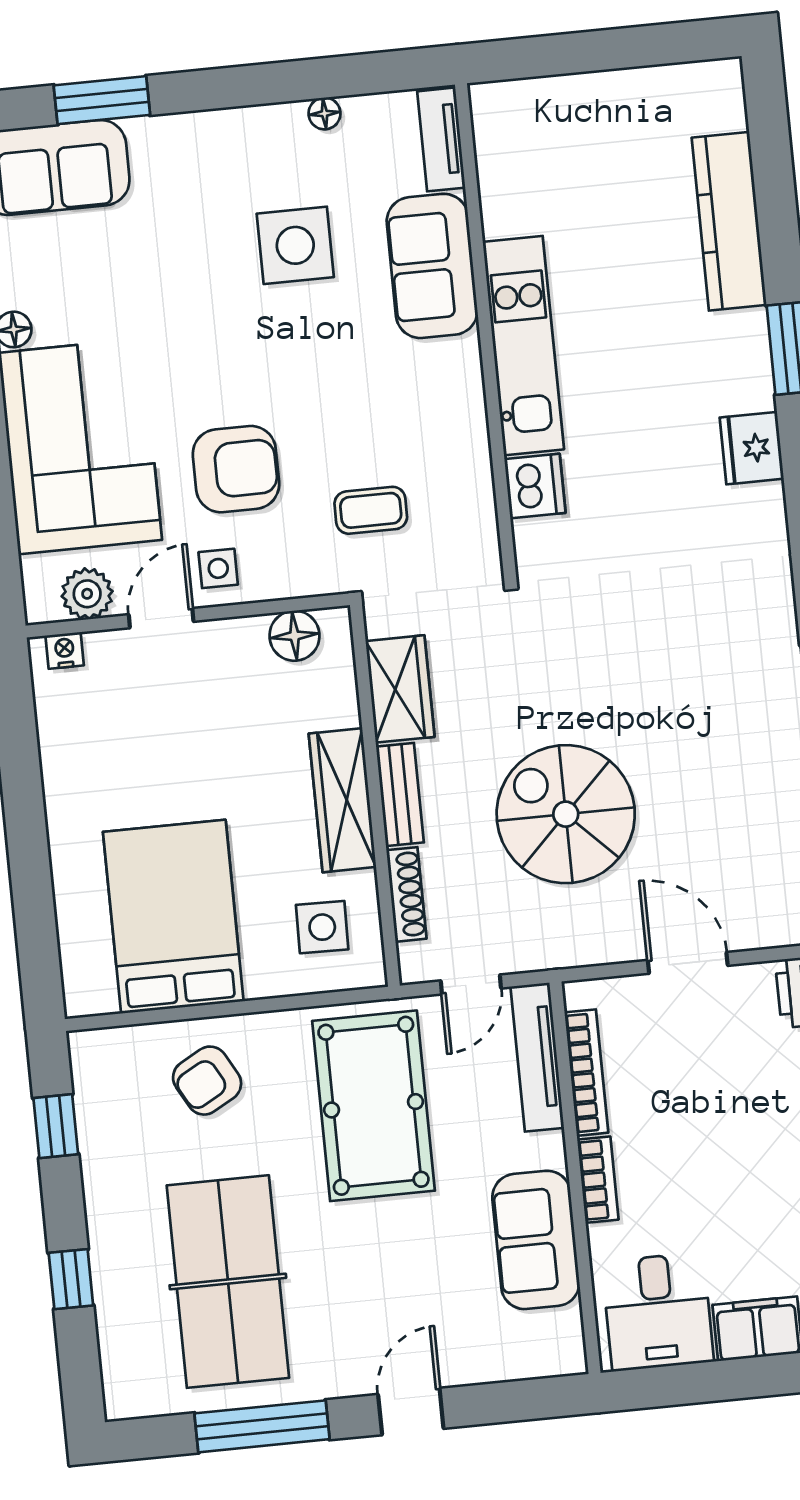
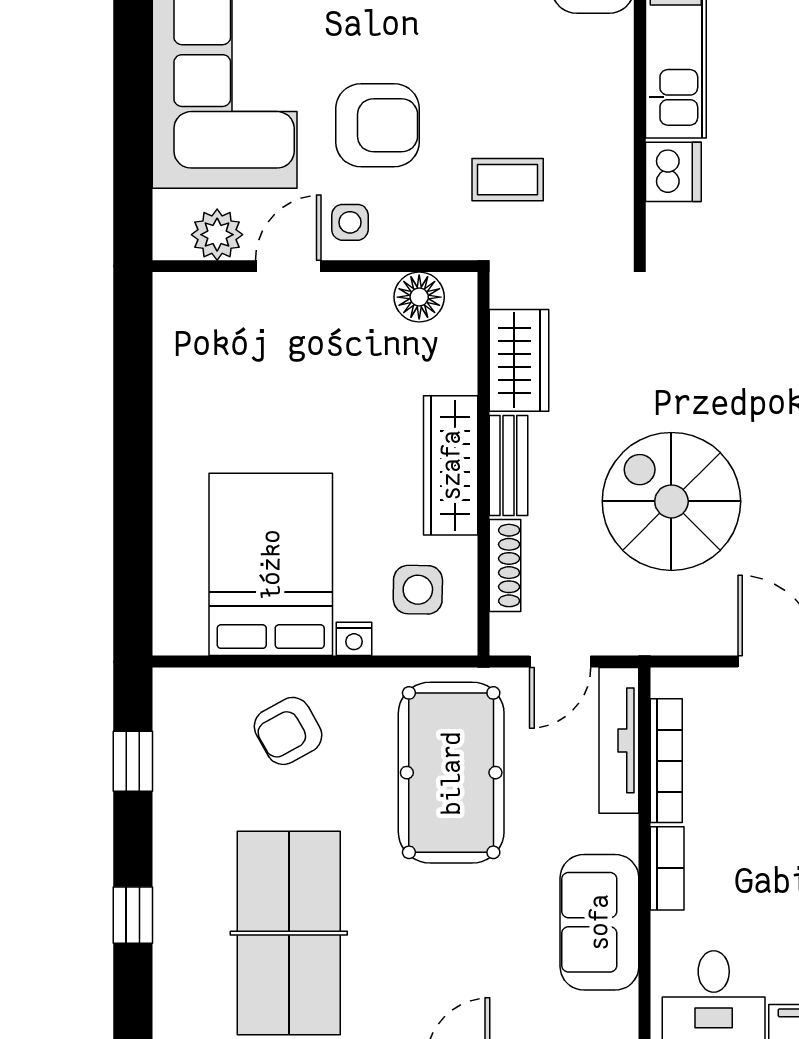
nightstand: (65, 650) -> (354, 639), moved, turned 180

